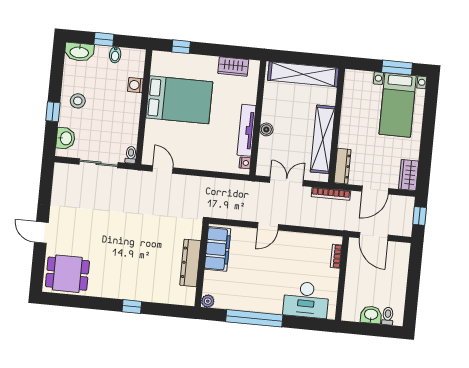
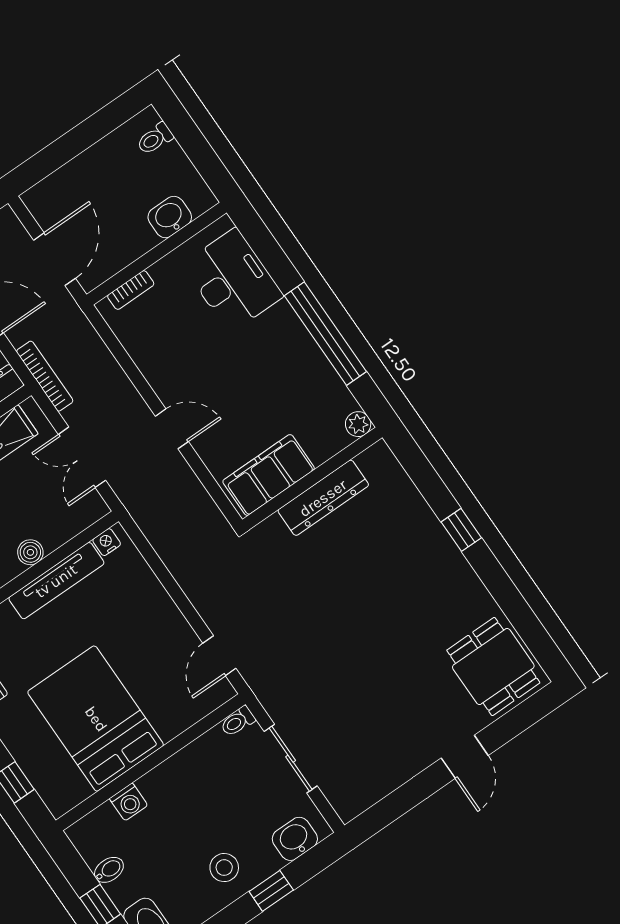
washbasin: (371, 315) -> (170, 217), moved, turned 90

